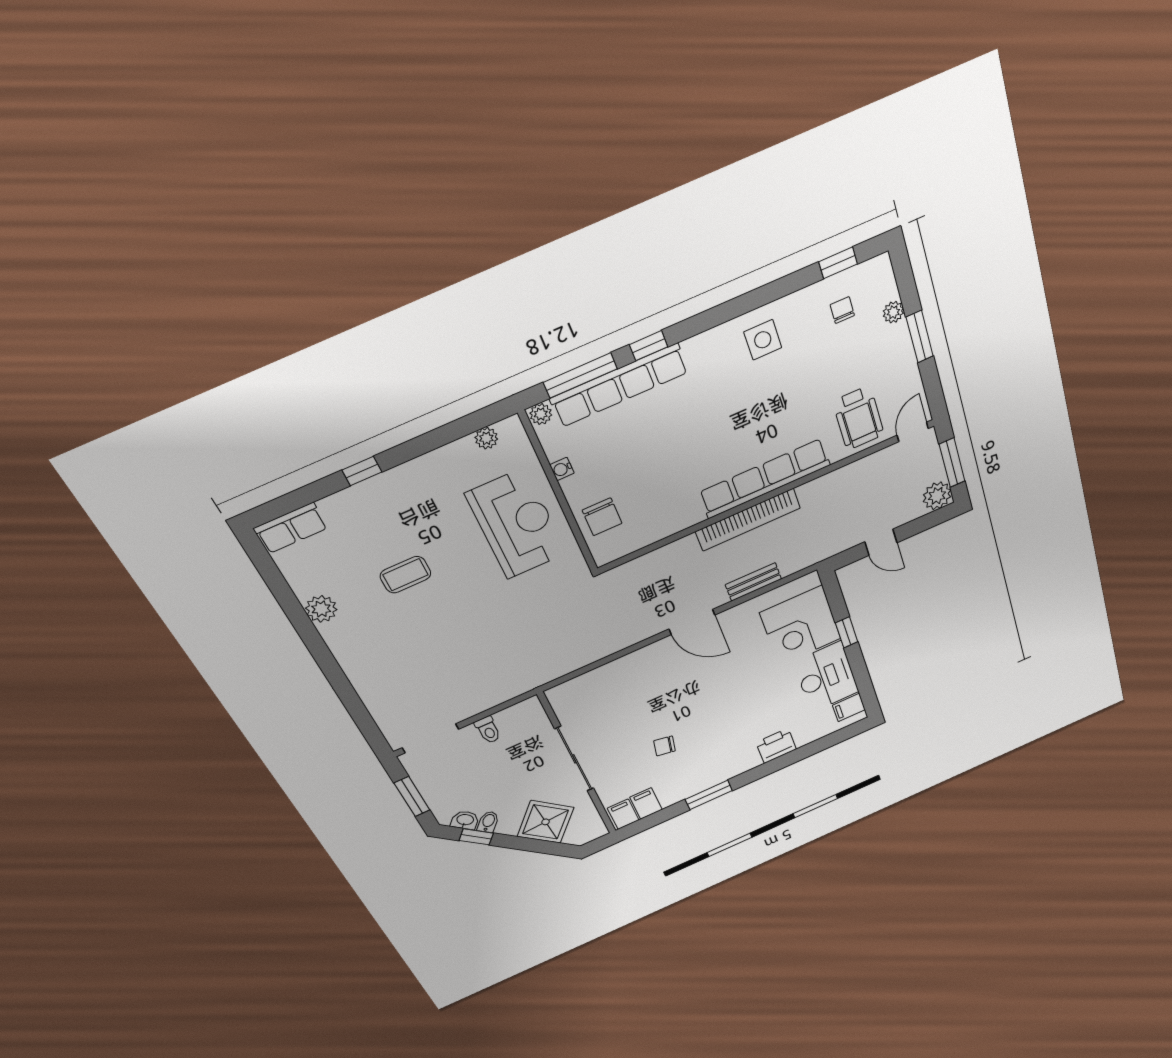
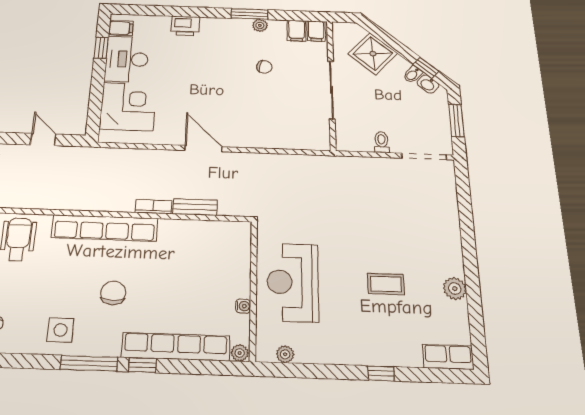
window: (580, 376) -> (89, 363), moved
chair: (602, 517) -> (113, 293), moved
bookcase: (748, 520) -> (153, 207), width x0.43, depth x0.76
bench: (753, 582) -> (195, 207), moved
window: (847, 632) -> (101, 48), moved
plant: (691, 788) -> (260, 25), added

